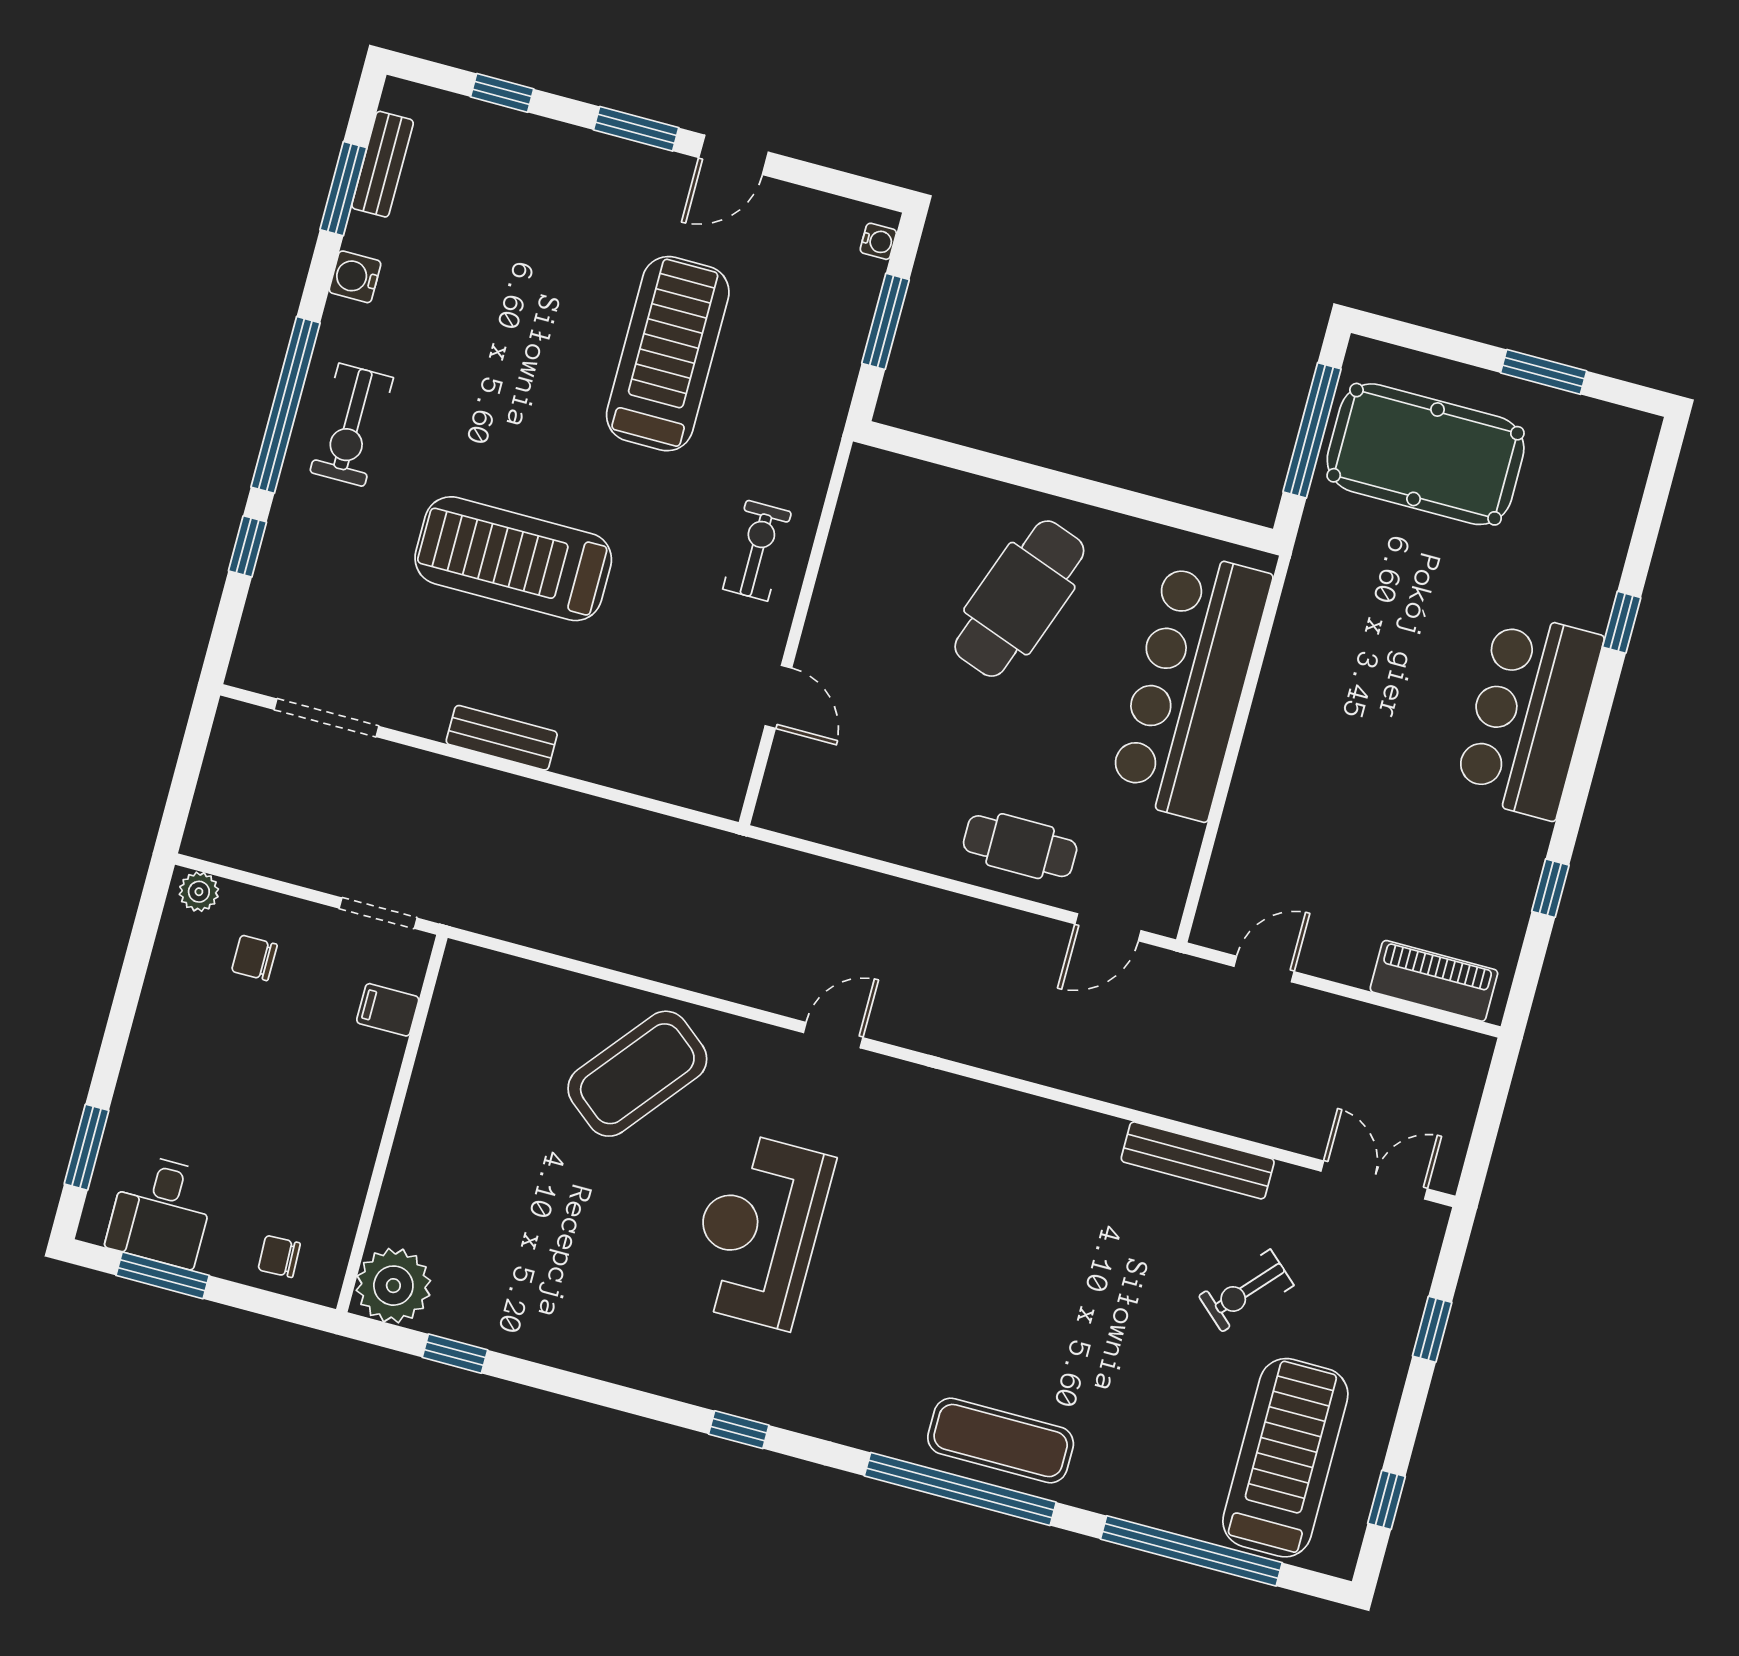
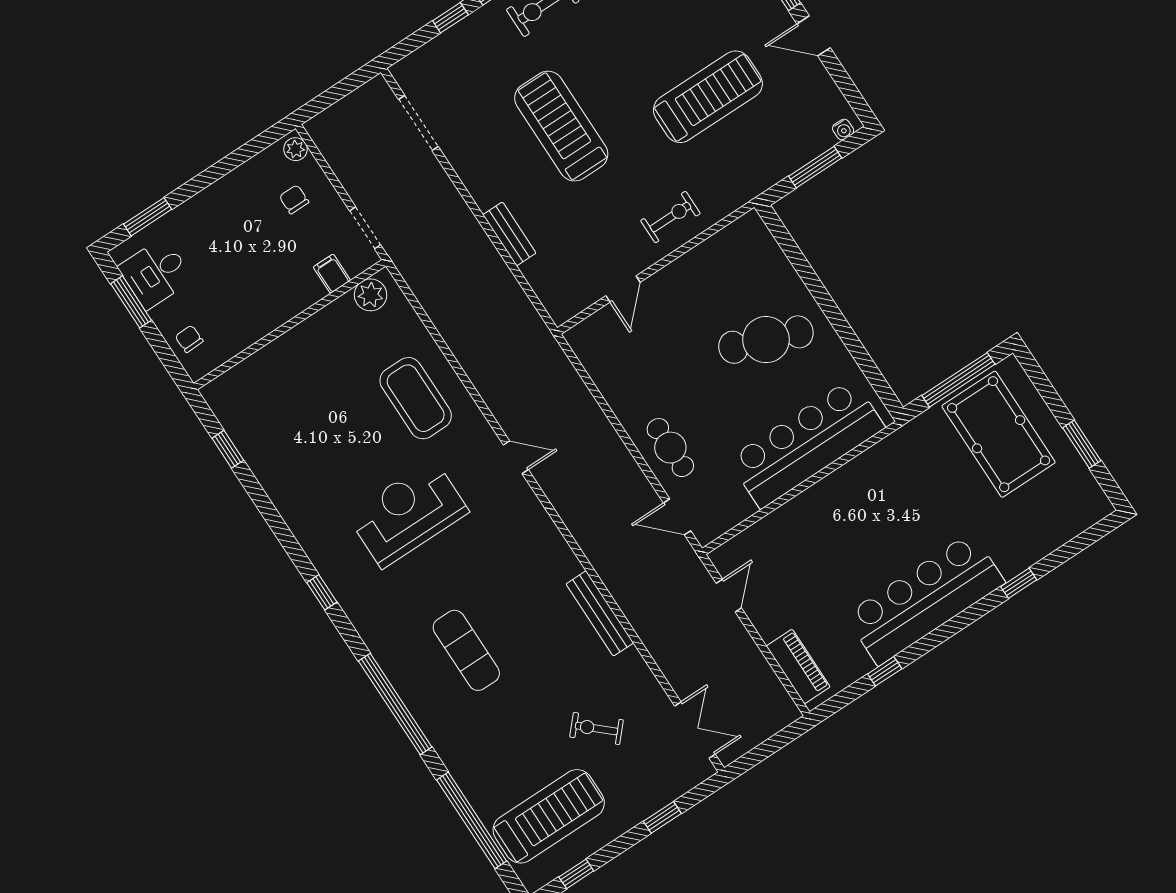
bar counter: (1529, 715) -> (925, 599), width x1.36
bench: (502, 738) -> (509, 234), moved
door: (1264, 969) -> (729, 596), hinge flipped
coffee table: (637, 1074) -> (416, 398), turned 51
bench: (1198, 1160) -> (600, 613), moved
plant: (393, 1286) -> (371, 295), moved, width x0.73, depth x0.73
exercise mat: (1001, 1441) -> (466, 650), moved

